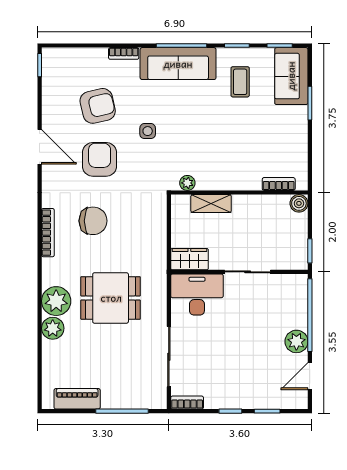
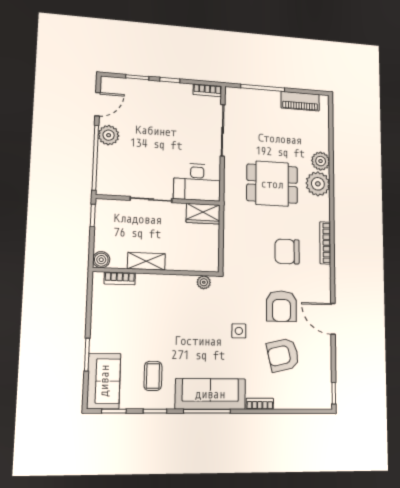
shelving: (211, 204) -> (146, 261), moved

